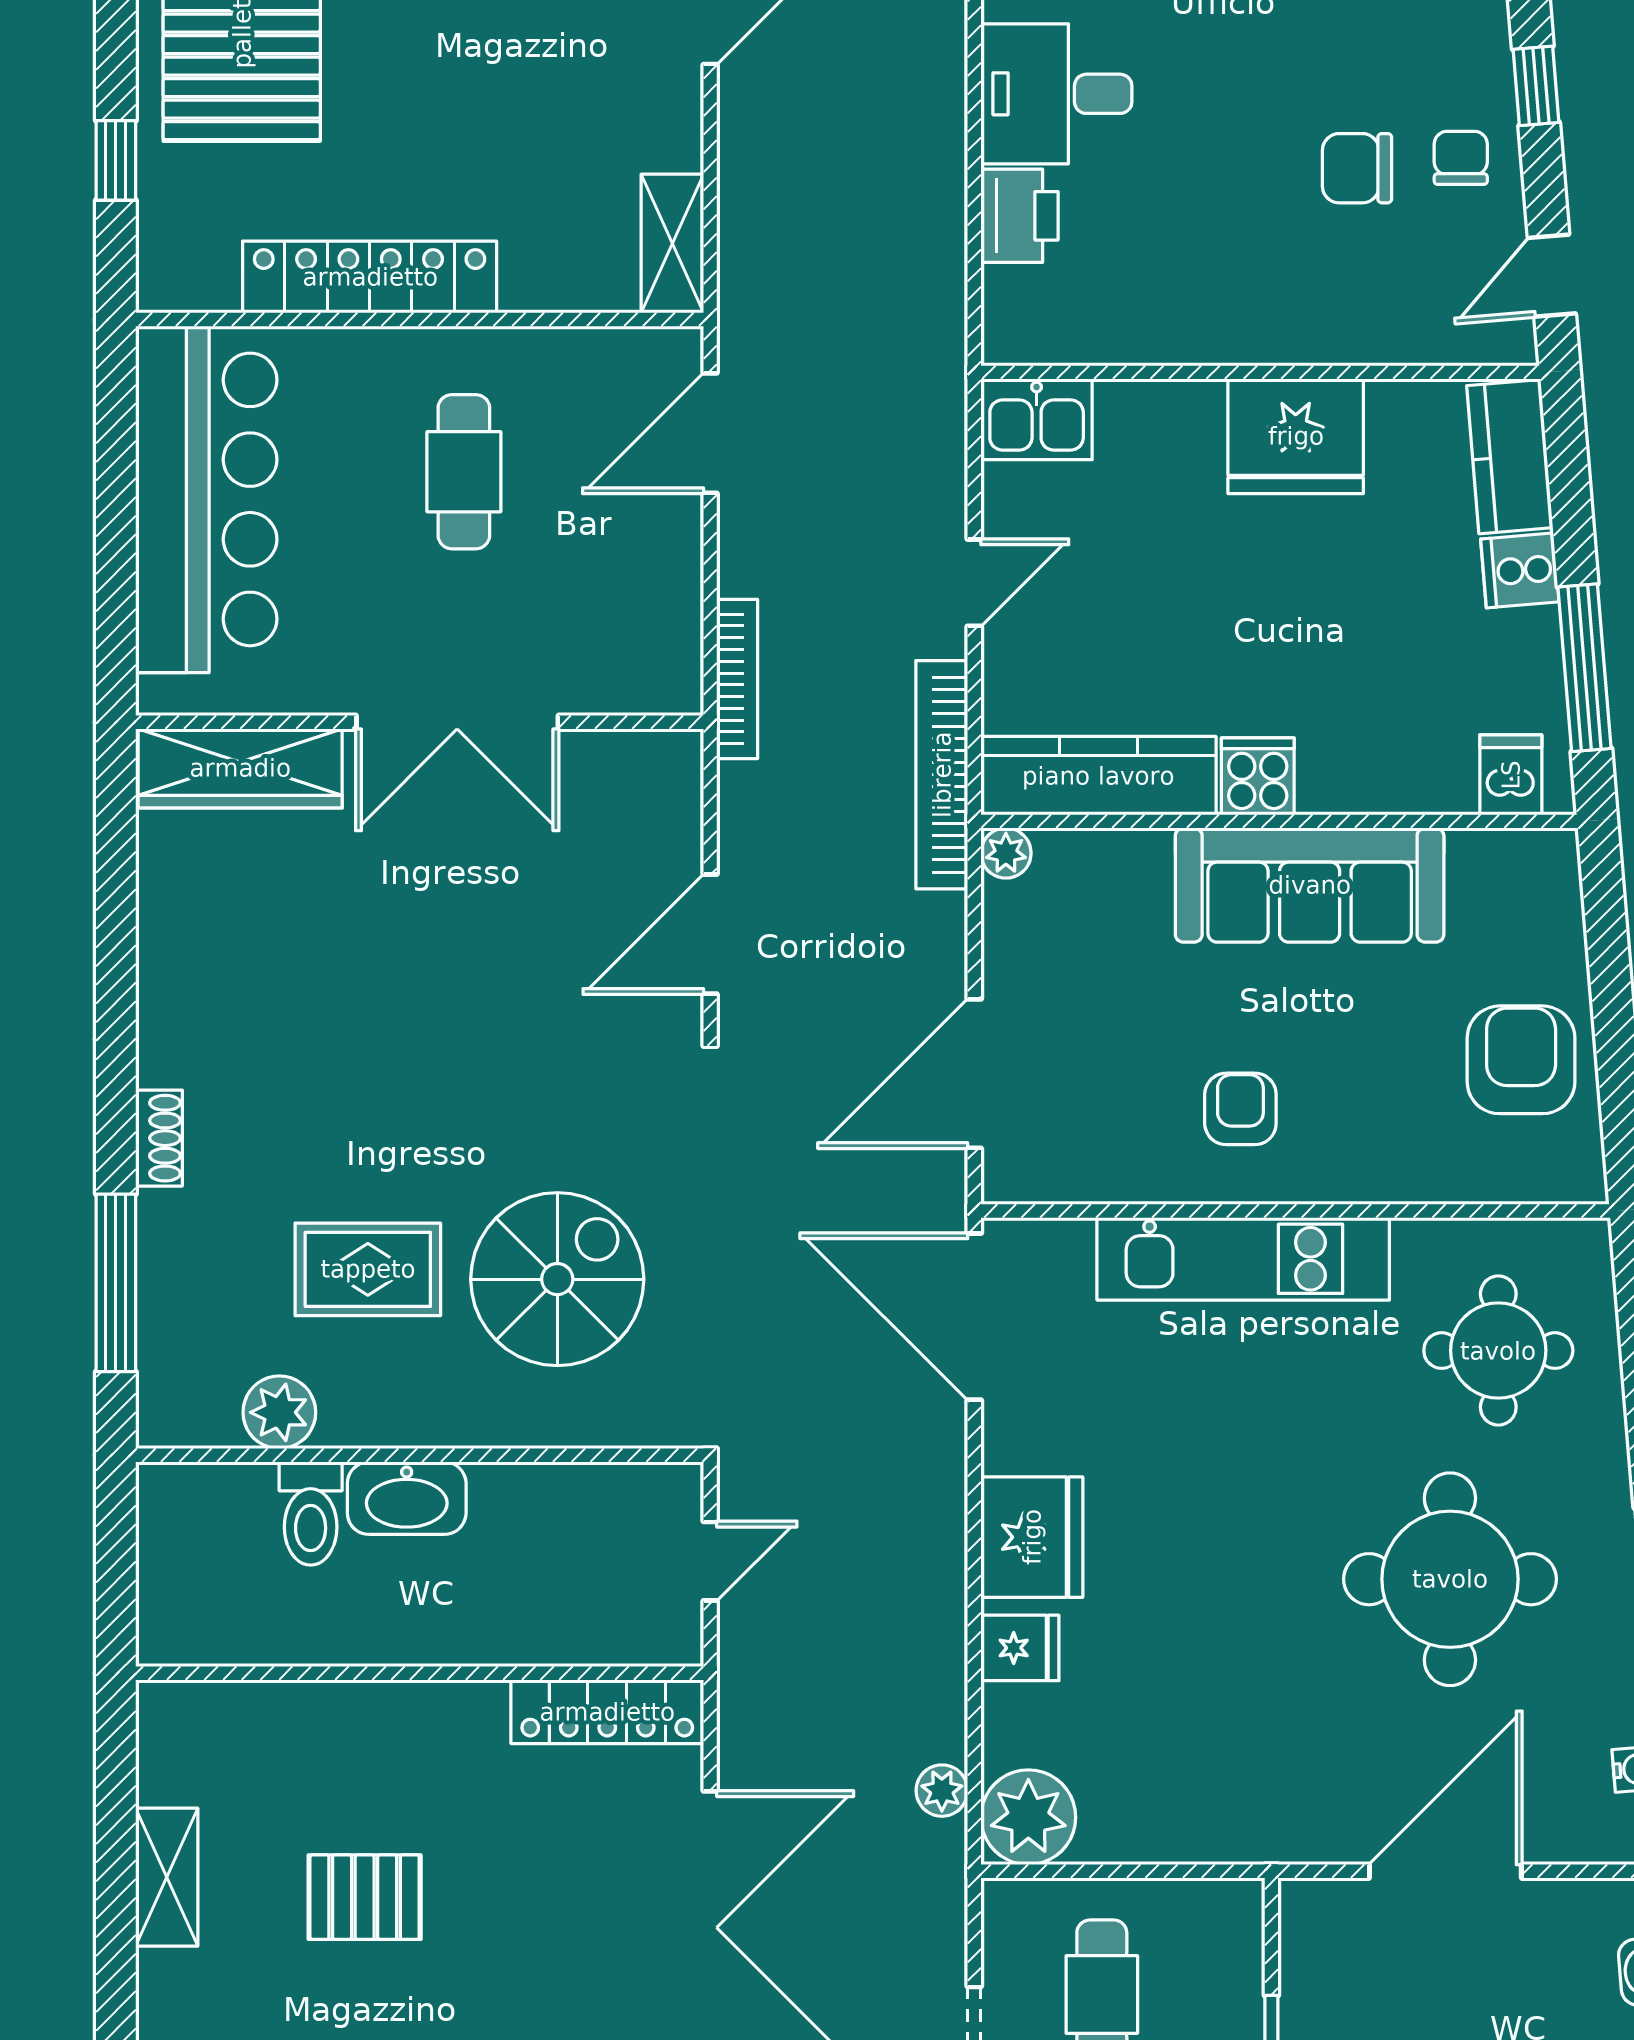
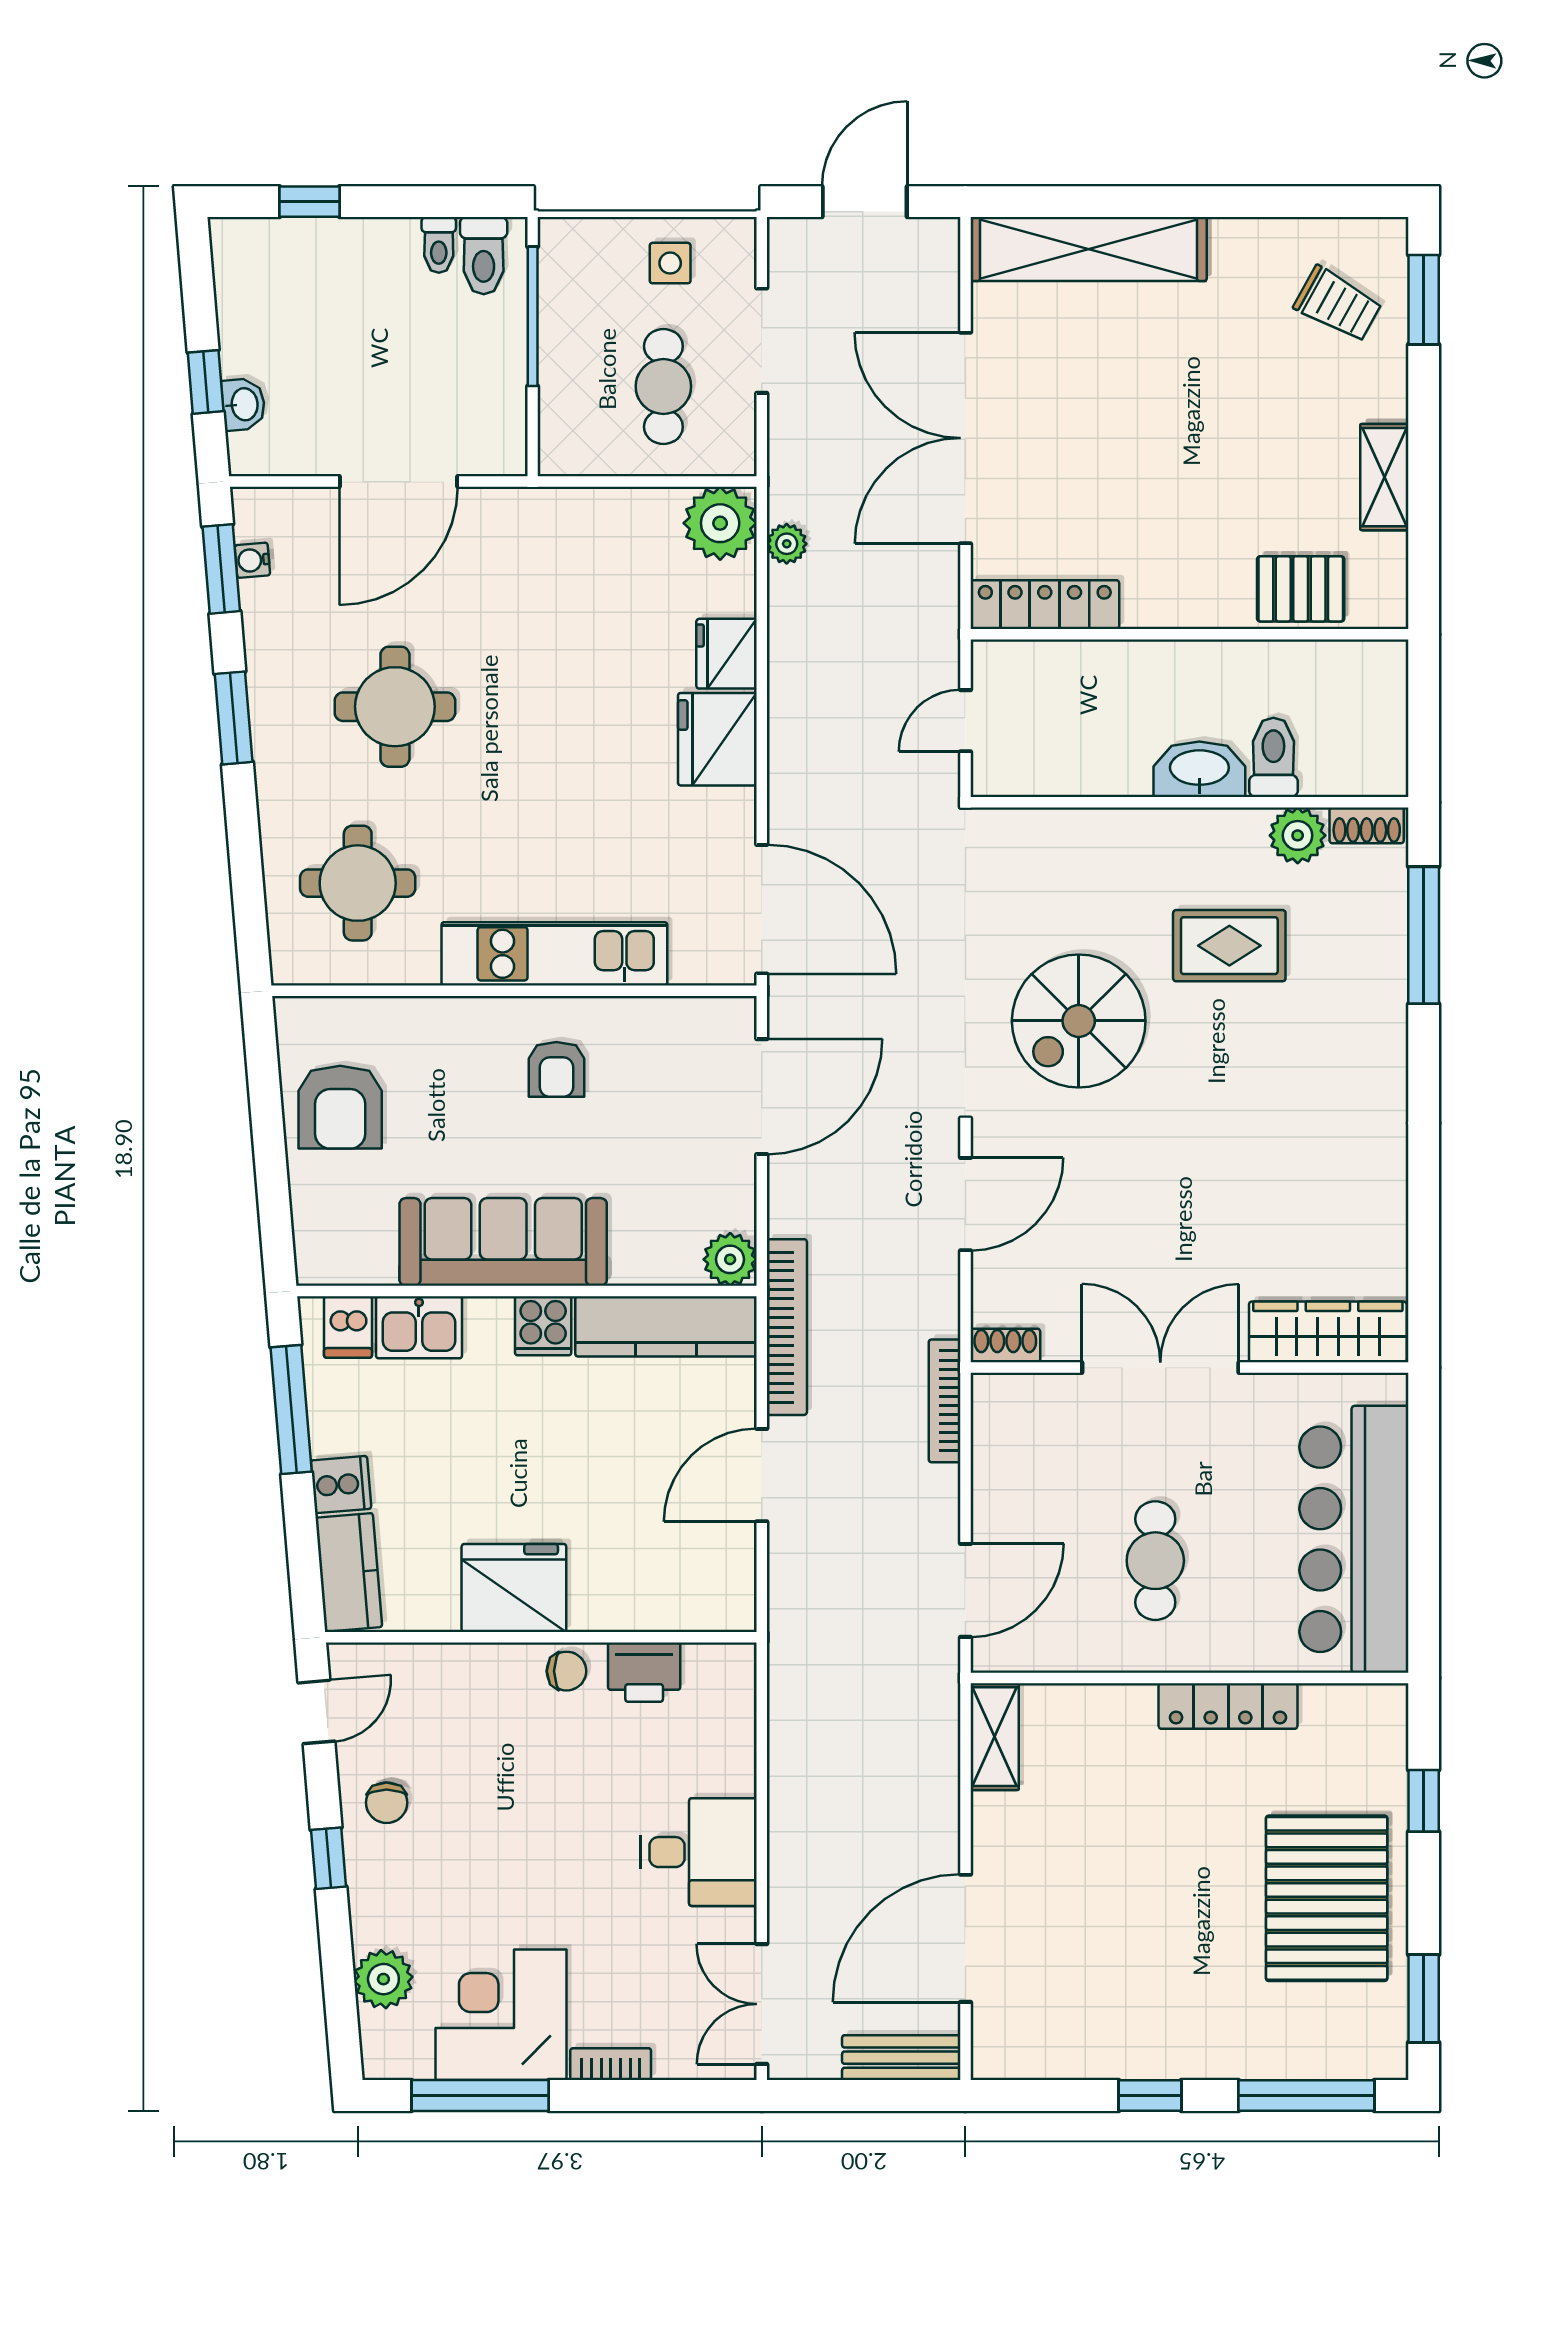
chair: (1357, 168) -> (566, 1671), moved, width x0.73, depth x0.73
printer: (1019, 216) -> (644, 1672), moved, turned -90
locker: (370, 277) -> (1228, 1706), width x0.71, depth x0.83
kitchen sink: (1037, 419) -> (419, 1327), moved, turned 180
door: (974, 583) -> (762, 1475), width x1.38
shoe rack: (658, 751) -> (1005, 1345), added
plant: (1006, 853) -> (730, 1259), width x1.38, depth x1.38
shoe rack: (159, 1138) -> (1367, 825), moved, turned -90
spiral stairs: (557, 1279) -> (1079, 1021), moved
round table: (1450, 1579) -> (395, 707), width x0.73, depth x0.73
fridge: (1020, 1648) -> (727, 654), width x1.38
pallet: (365, 1897) -> (1301, 589), moved

